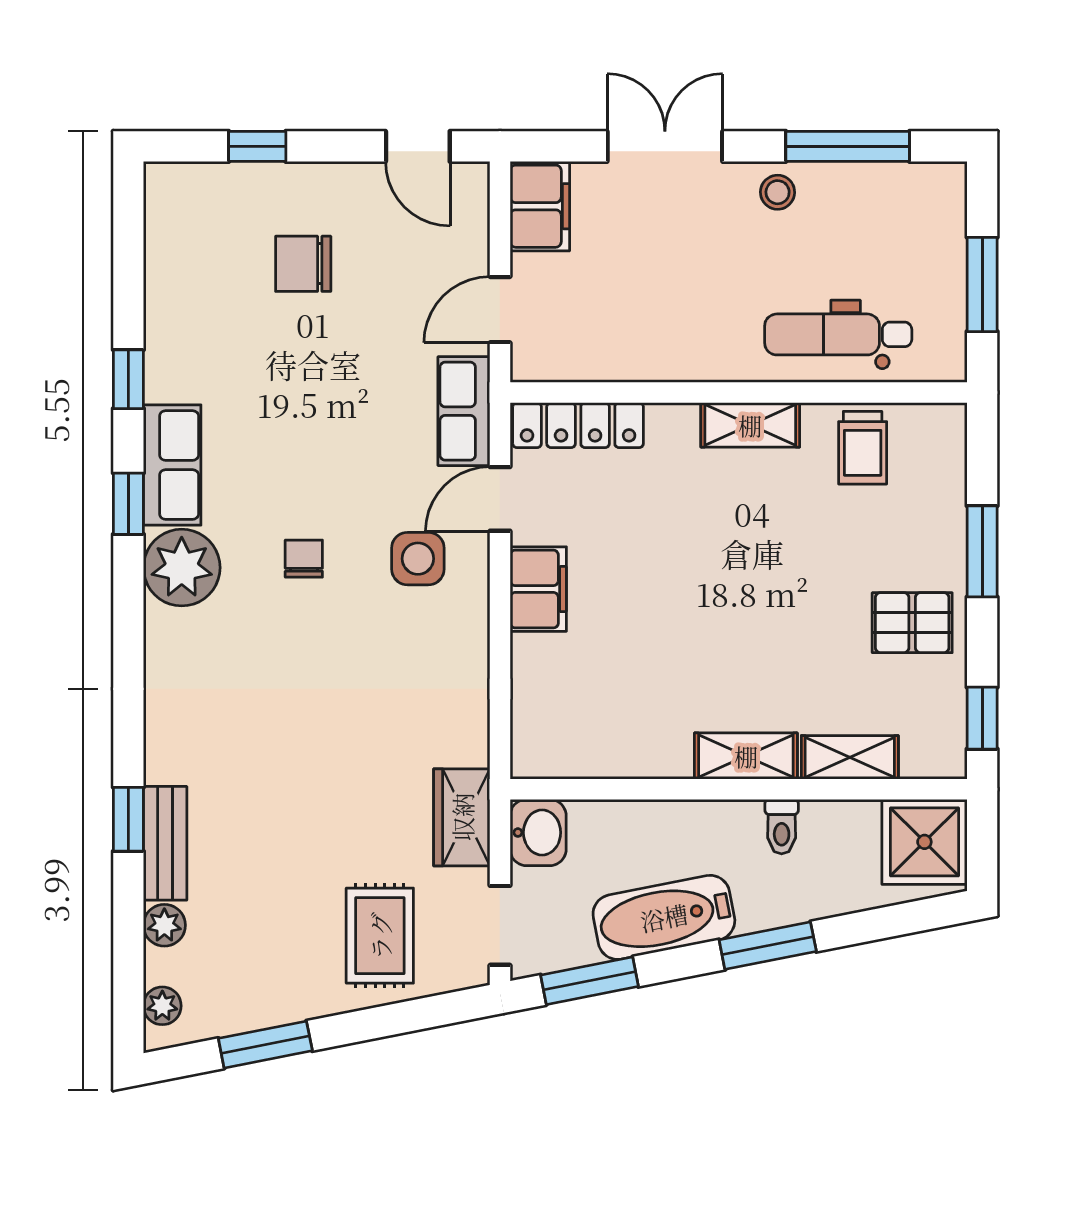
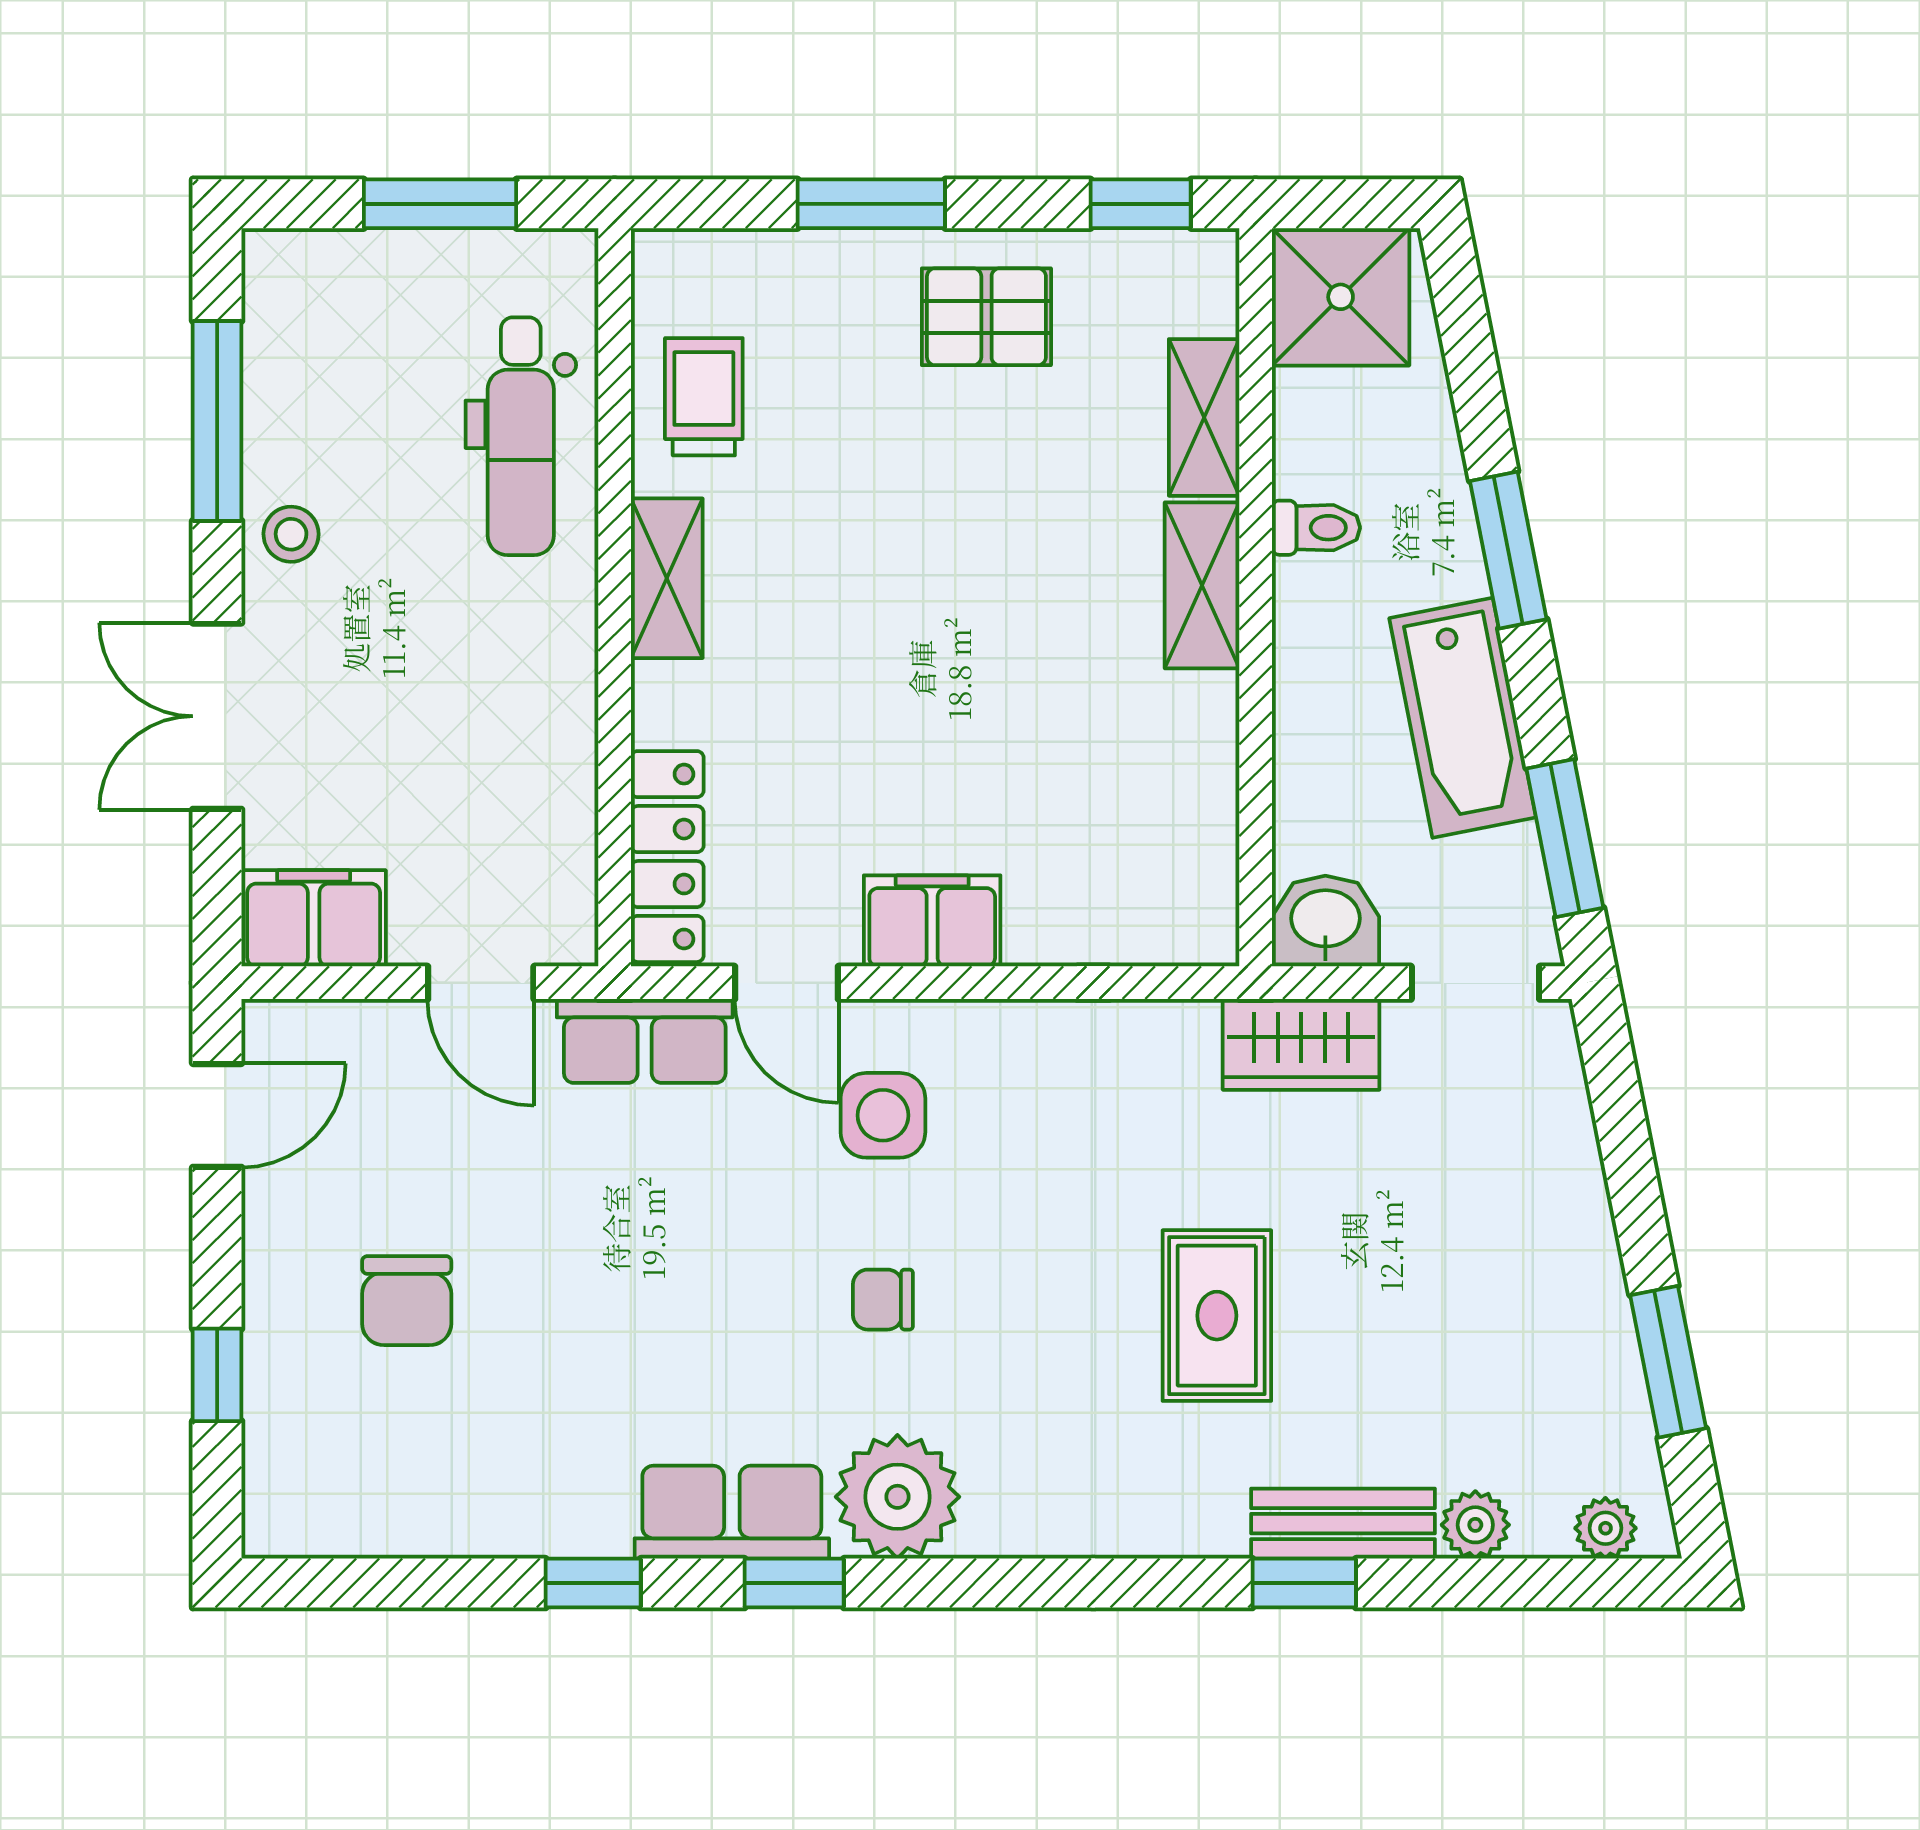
trolley: (863, 448) -> (704, 397), turned -90
pallet: (912, 623) -> (986, 317), turned 90
rug: (380, 936) -> (1217, 1316), moved, turned 90

